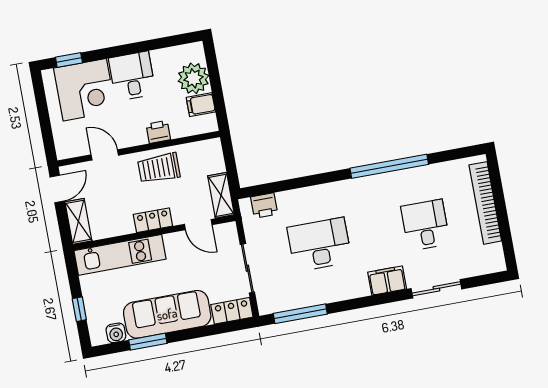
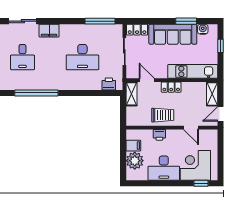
desk: (132, 76) -> (164, 168), width x1.37

